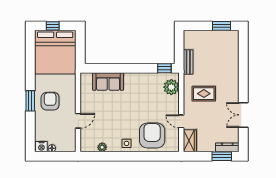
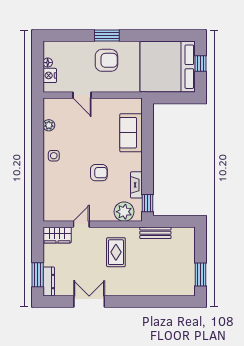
fireplace: (150, 77) -> (136, 185), added
armchair: (152, 136) -> (99, 173), moved, width x0.53, depth x0.53
nightstand: (41, 147) -> (50, 75), moved

